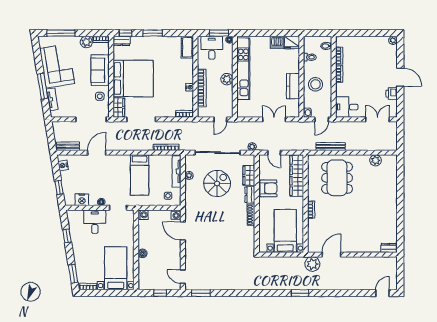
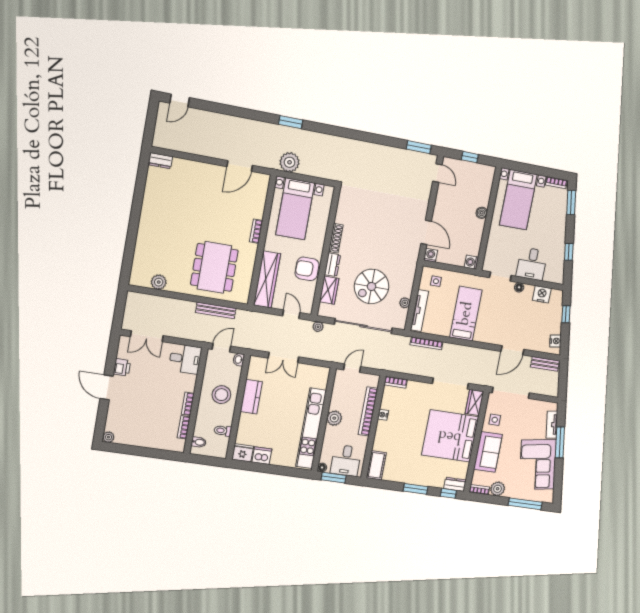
plant: (312, 264) -> (290, 162), moved

